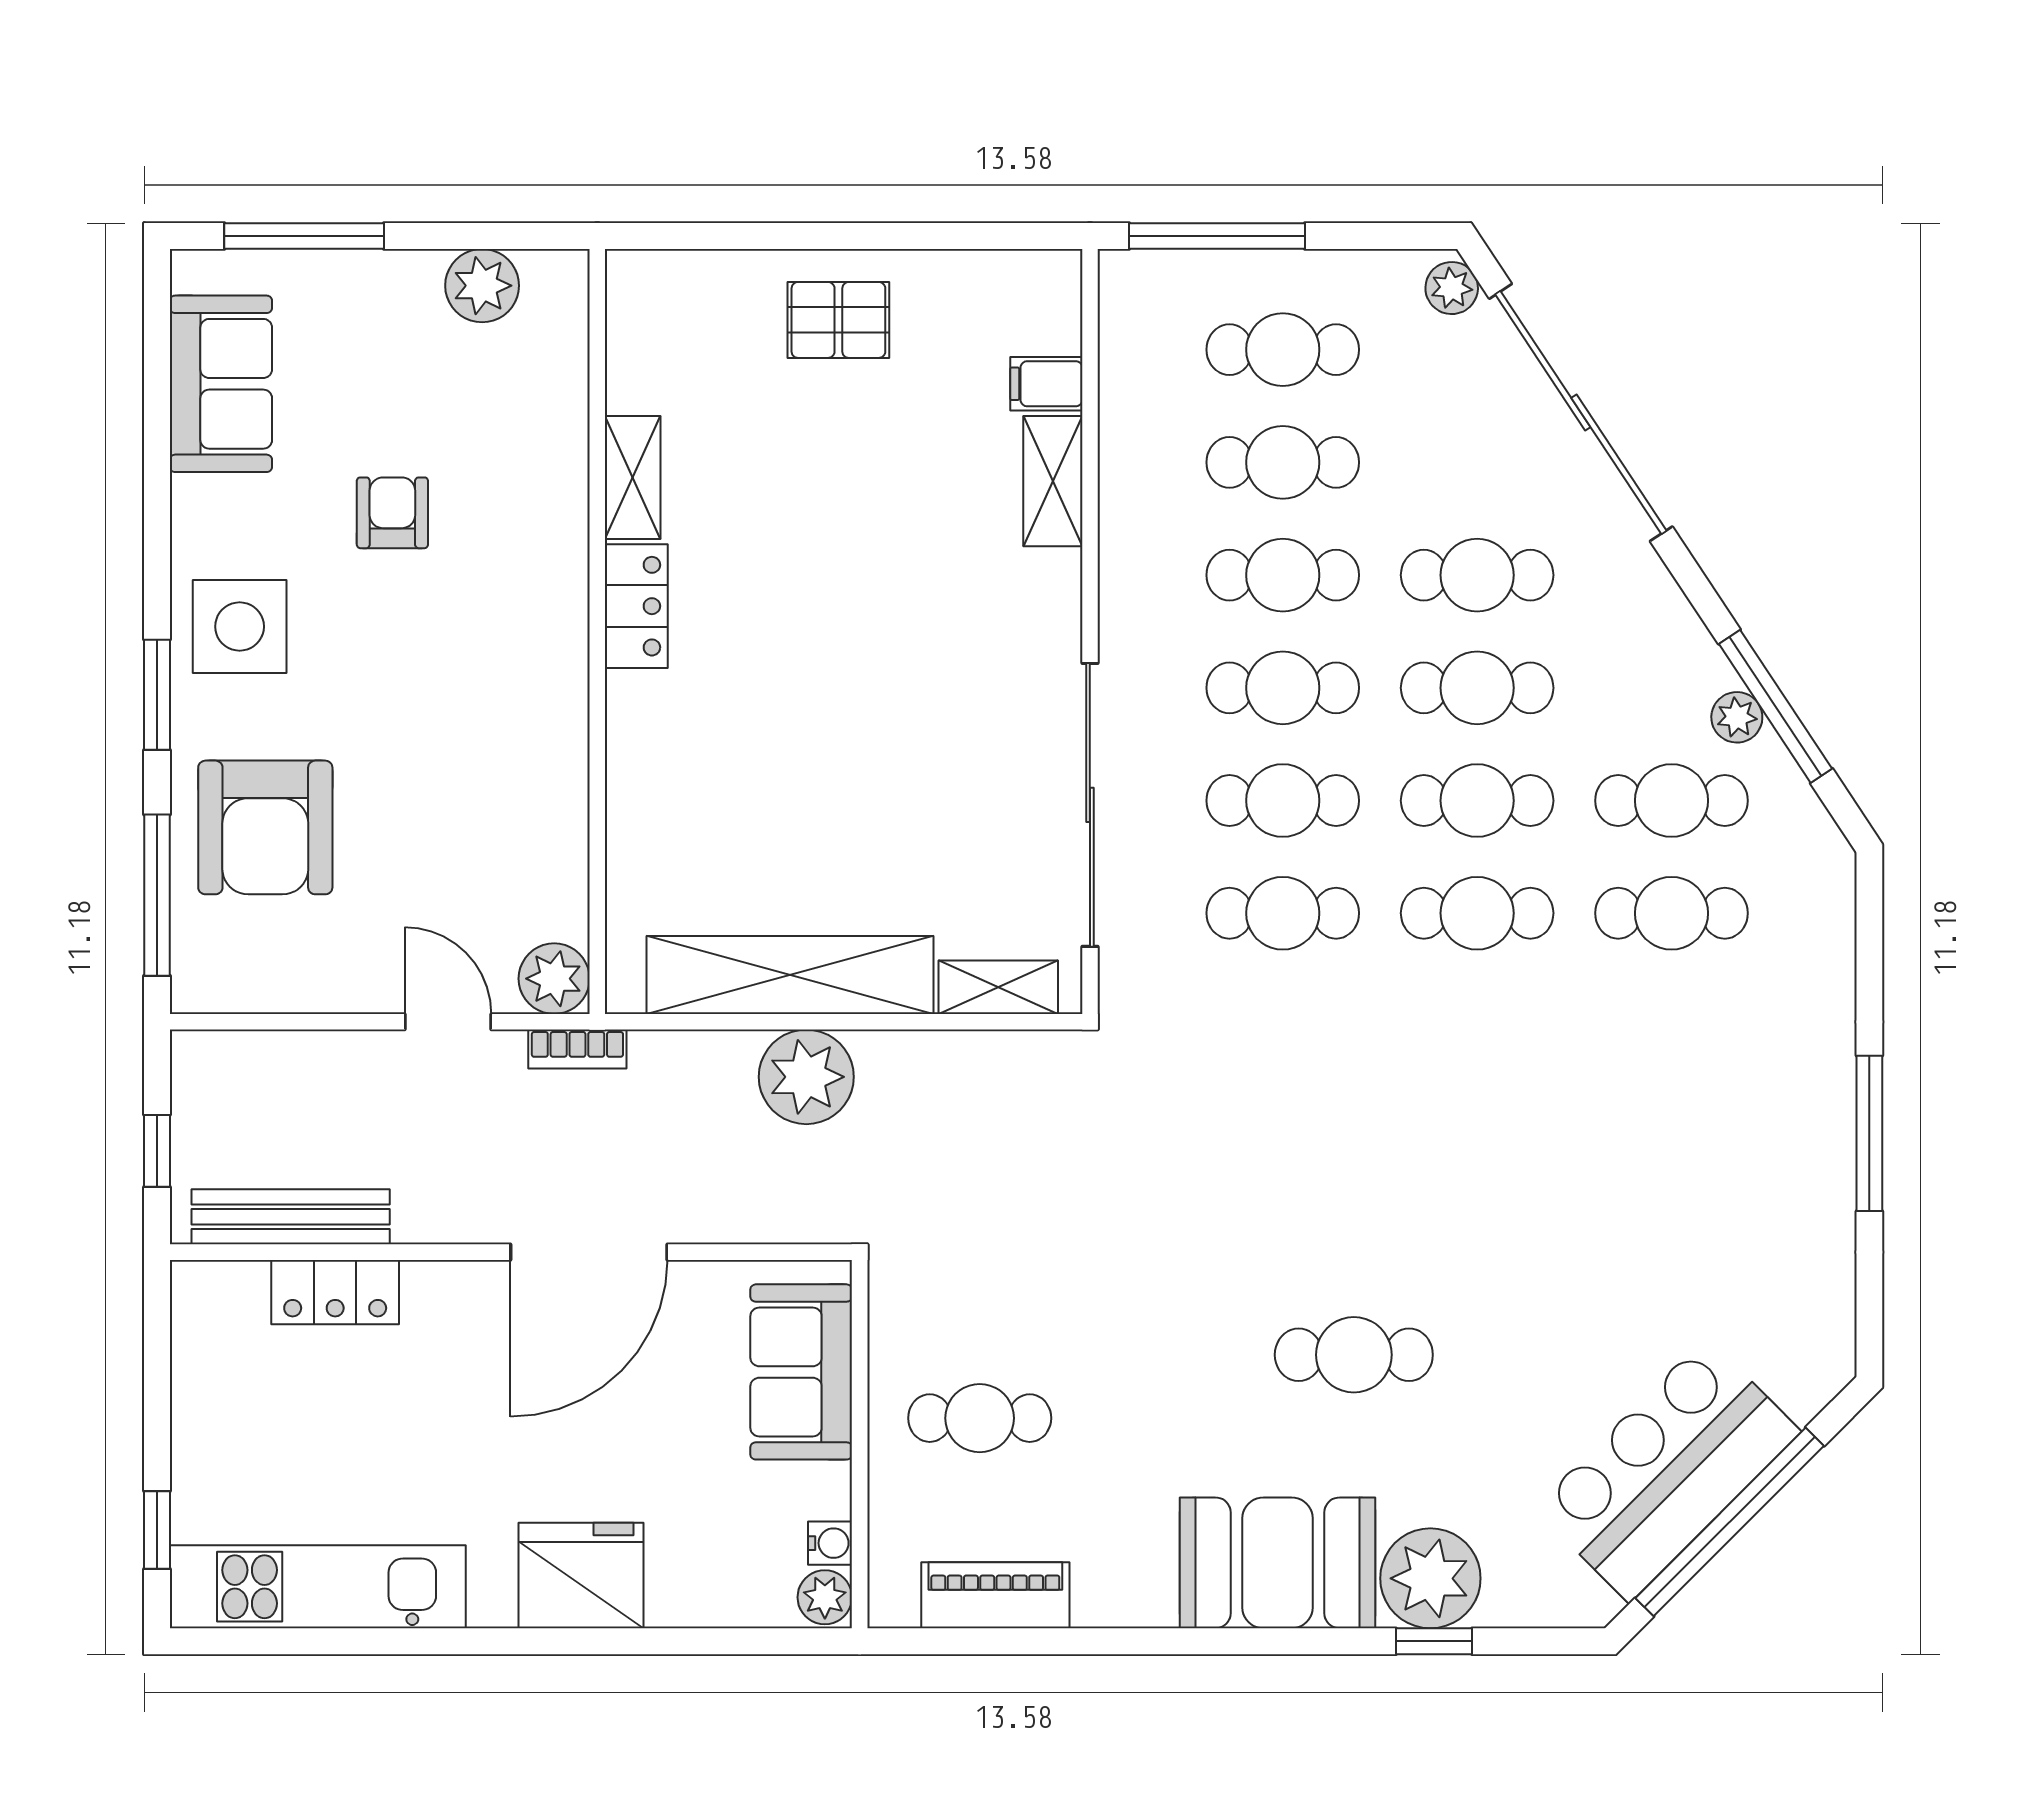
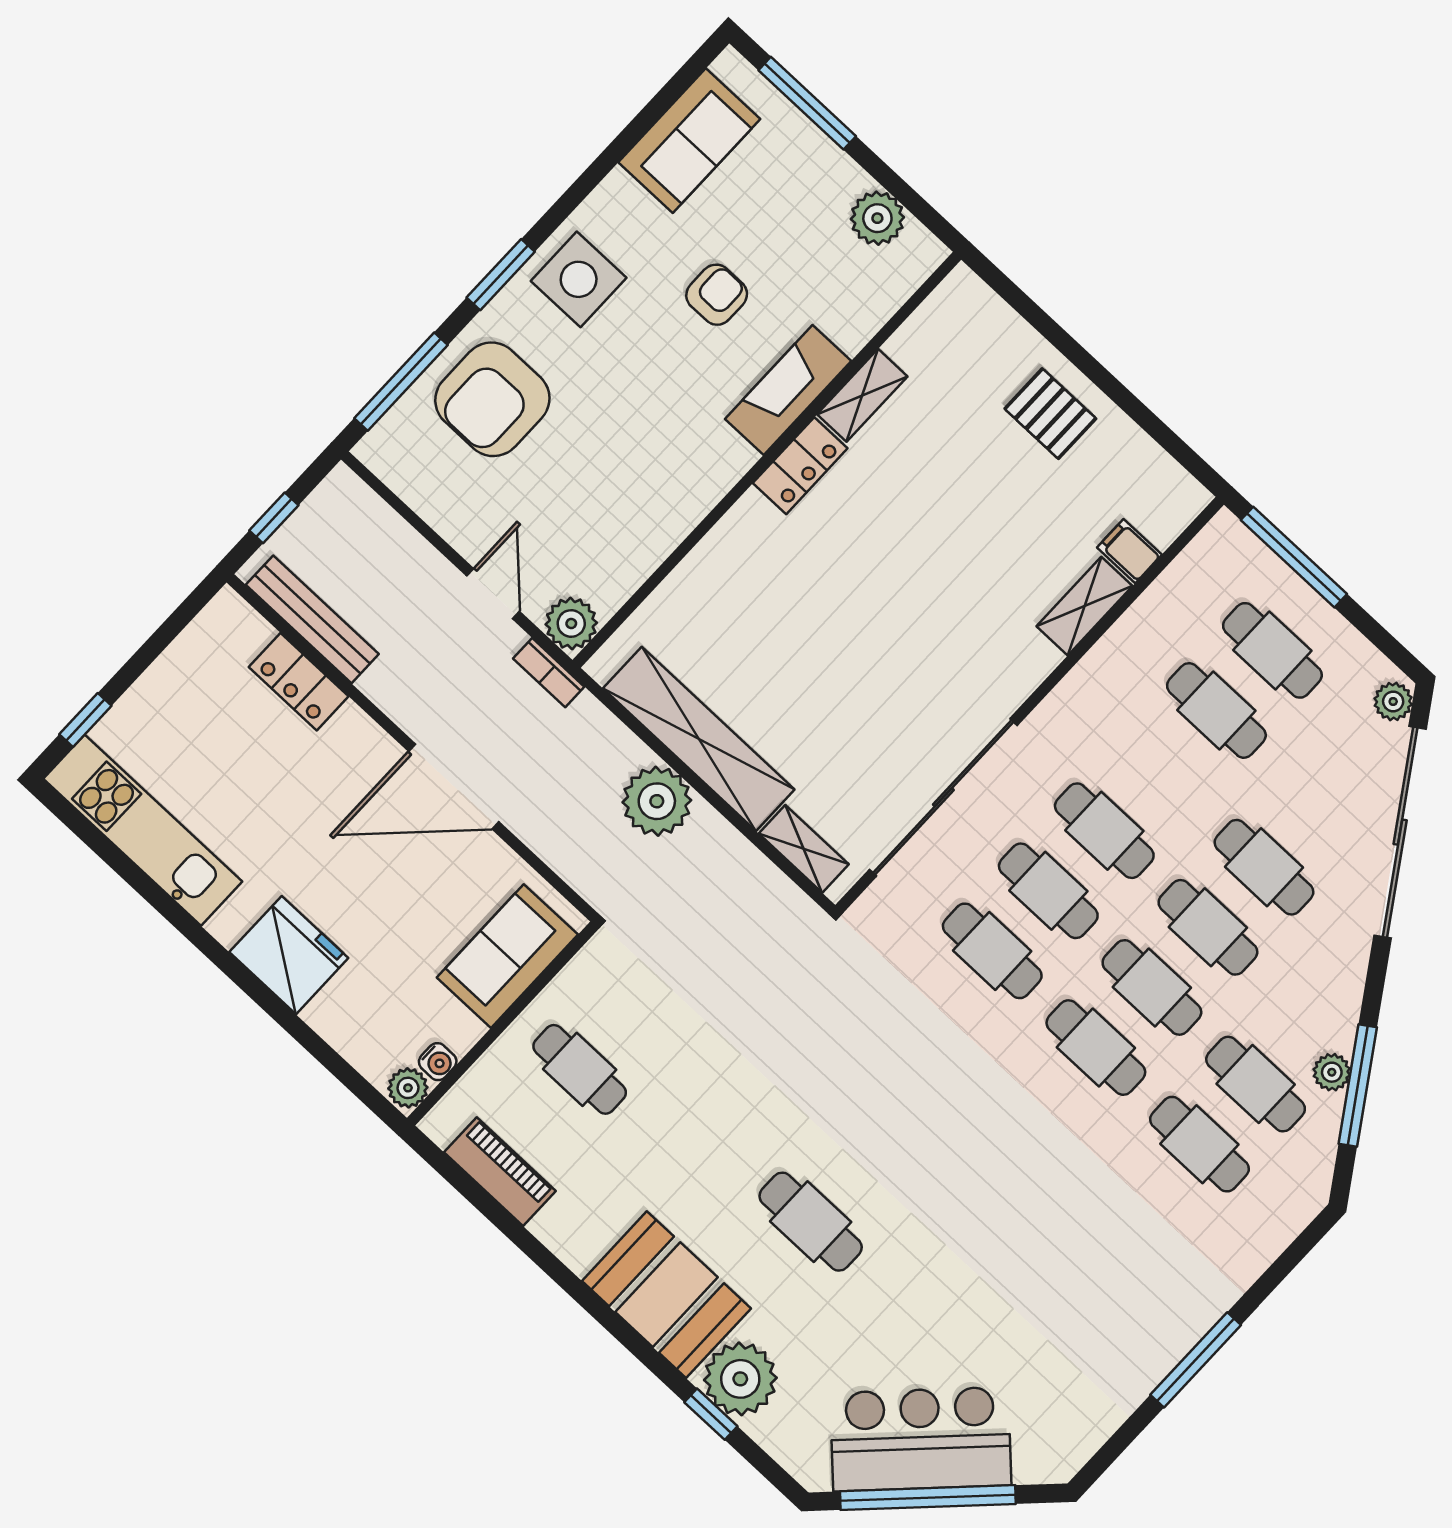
fireplace: (553, 542) -> (788, 390), added
cafe table: (1283, 575) -> (1160, 771), removed

